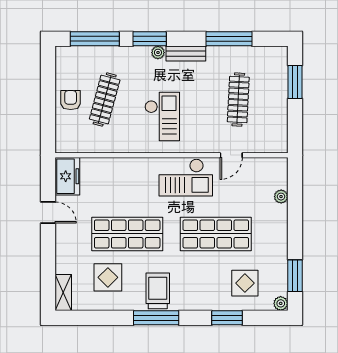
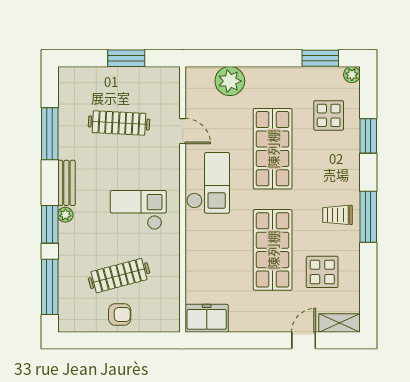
window: (295, 82) -> (126, 58), moved
armchair: (71, 100) -> (120, 314), turned 180
clothes rail: (105, 100) -> (119, 276), turned -30
plant: (281, 197) -> (230, 81), width x1.88, depth x1.88
door: (48, 213) -> (304, 340), moved
trolley: (158, 291) -> (338, 215), width x0.73, depth x0.72

